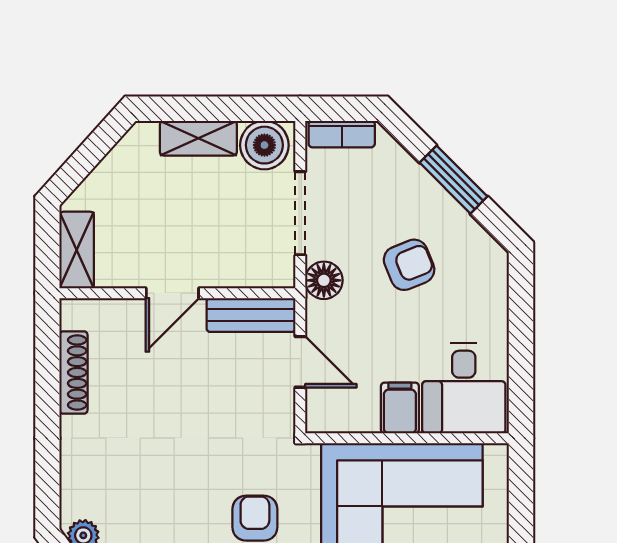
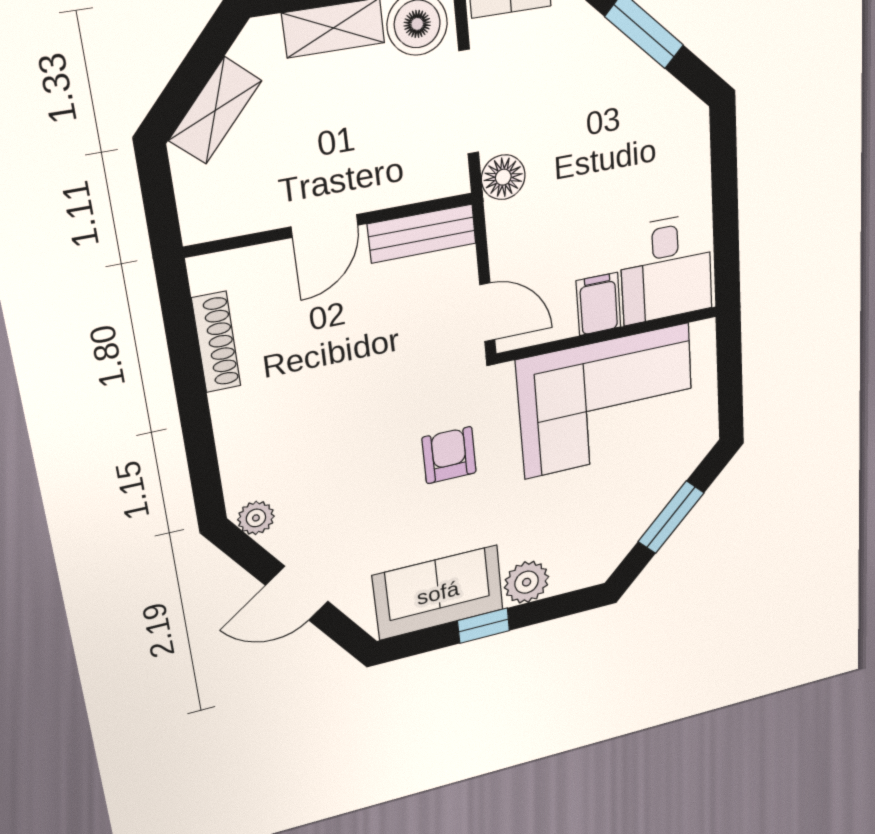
shelving: (77, 250) -> (215, 110), moved, turned 42
armchair: (409, 265) -> (599, 141), removed
door: (300, 362) -> (487, 312), moved

